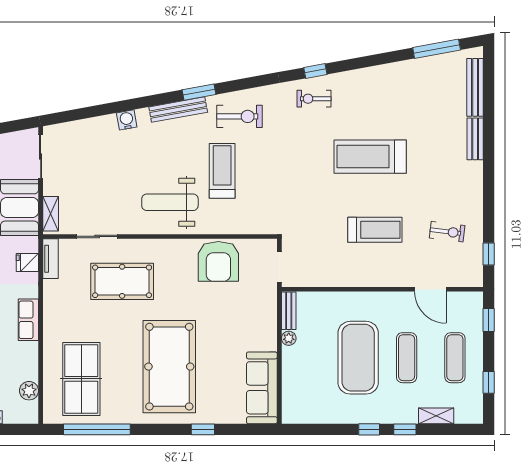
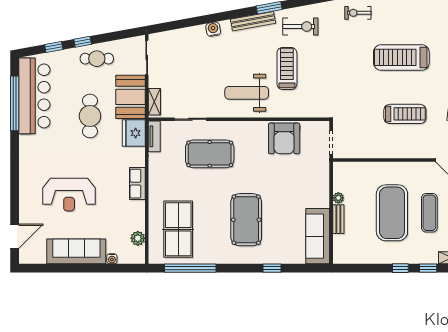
fridge: (27, 262) -> (134, 133), width x1.88, depth x1.34
bench: (289, 311) -> (338, 219), moved
pool table: (169, 367) -> (246, 220), width x0.73, depth x0.76

